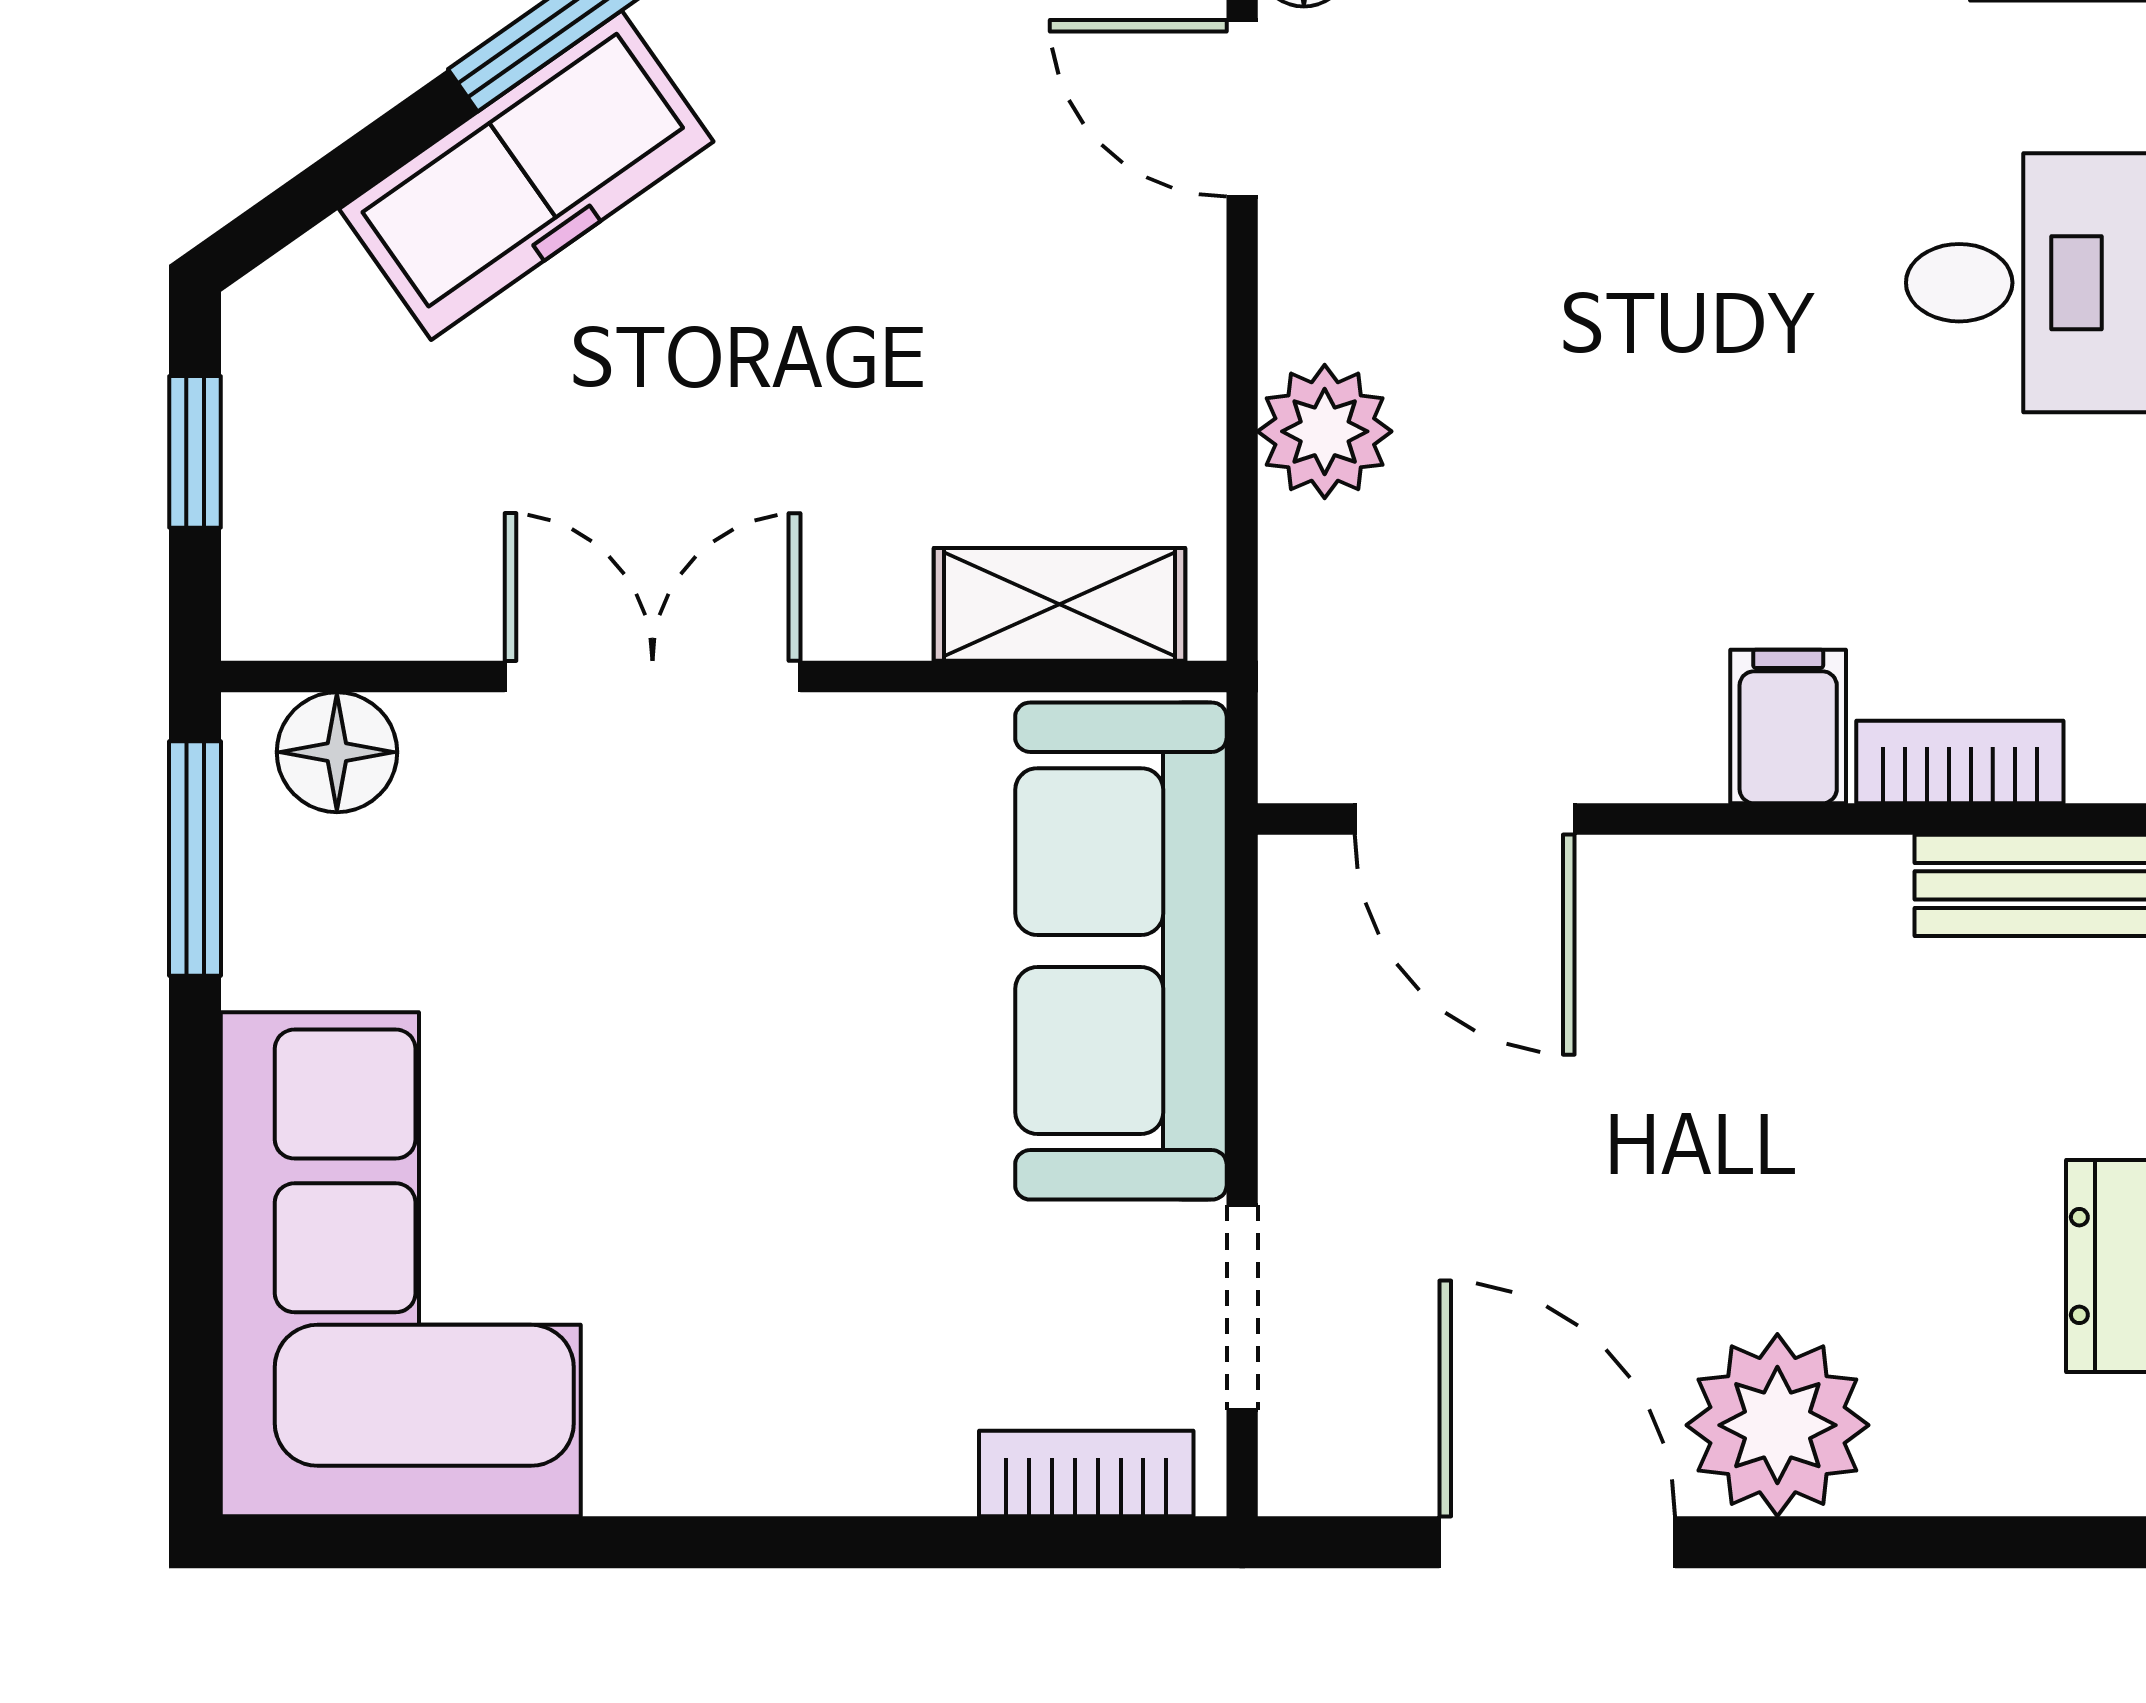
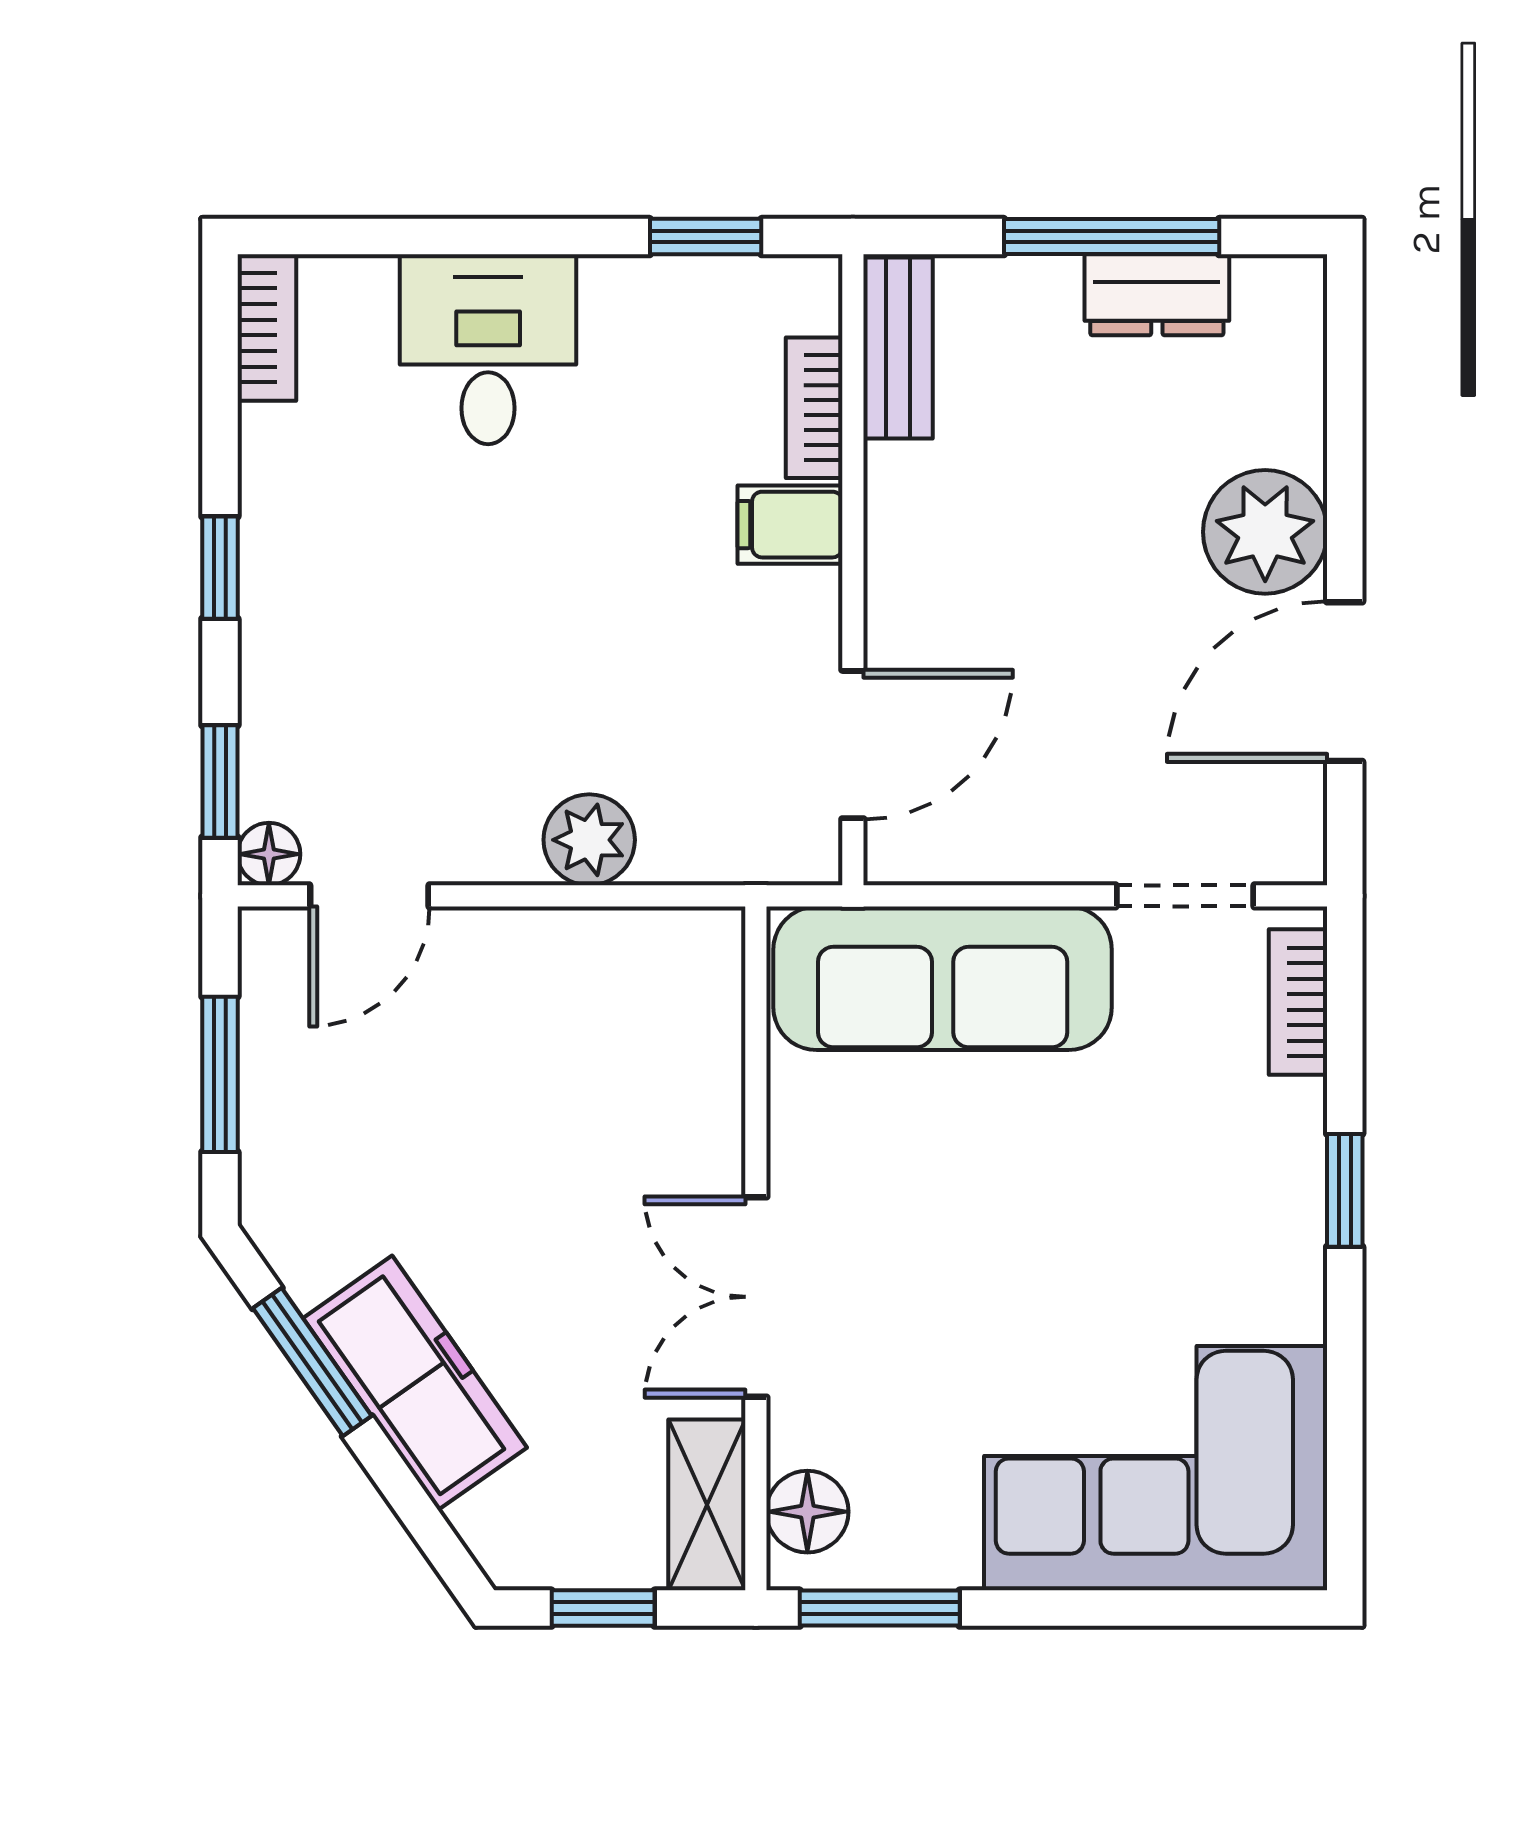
shelving: (1059, 604) -> (707, 1505), moved
window: (809, 1542) -> (1345, 1190), added

